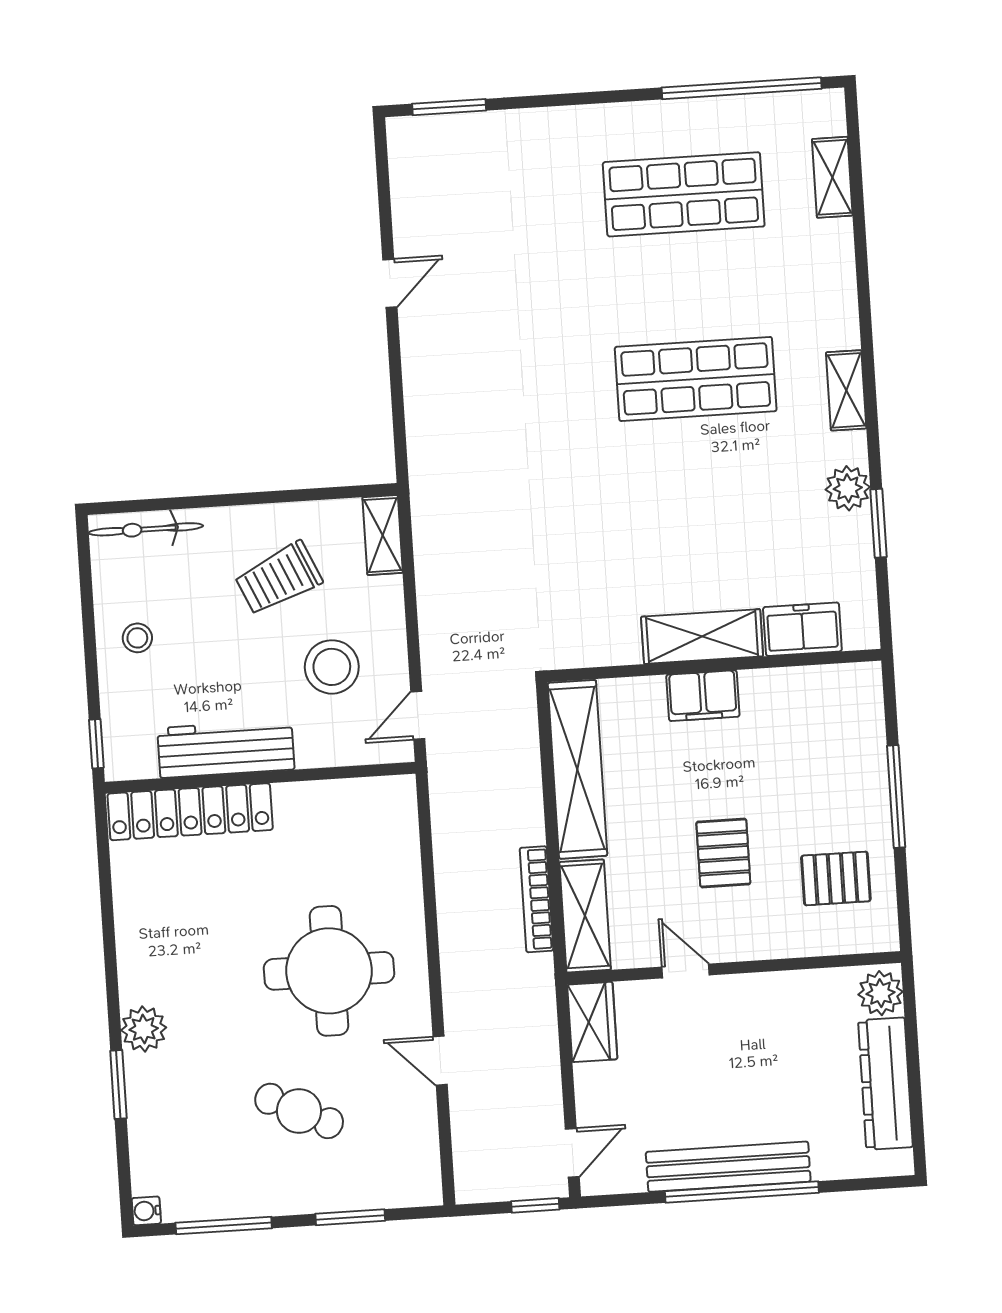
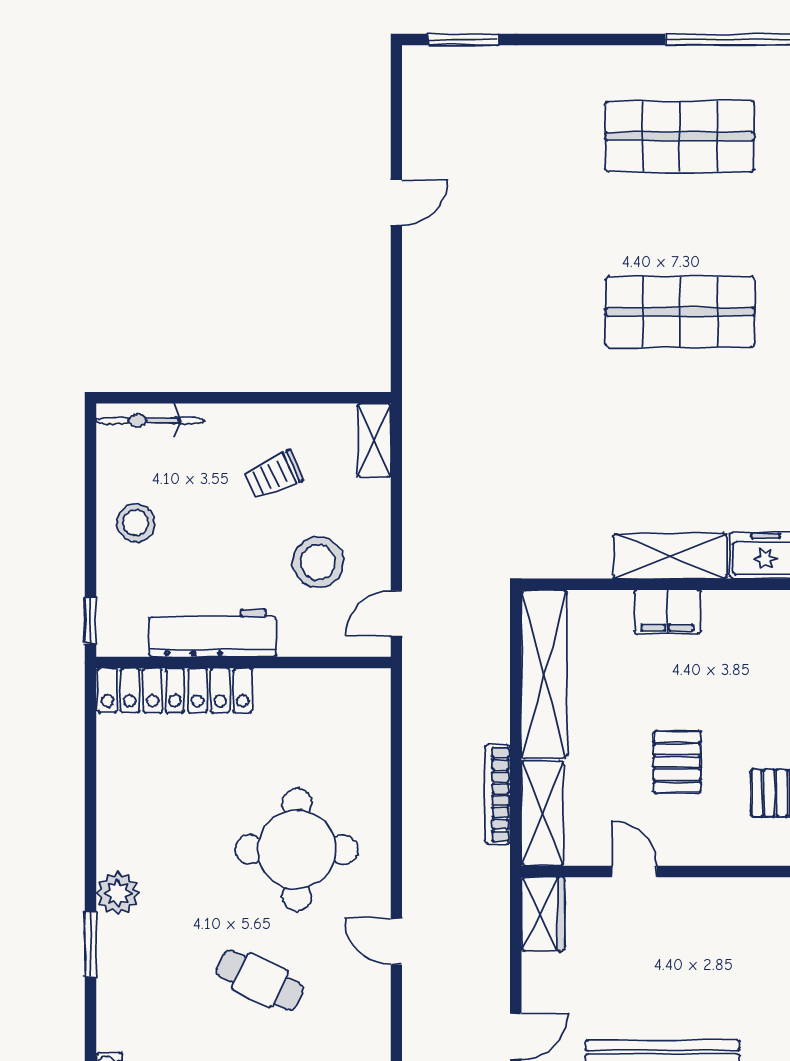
trolley: (279, 578) -> (273, 475), width x0.73, depth x0.72
stool: (137, 638) -> (136, 523), width x1.37, depth x1.37

